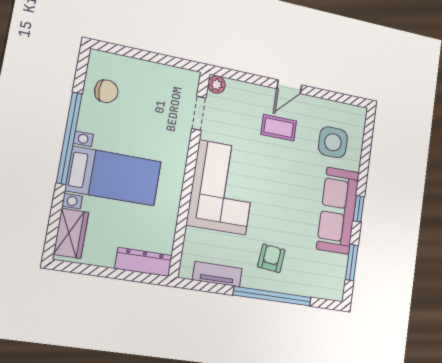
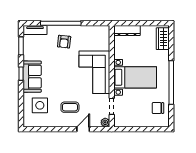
door: (289, 87) -> (83, 129), moved
bed with nightstands: (114, 176) -> (135, 77), moved, turned 180
sofa: (338, 210) -> (32, 77), width x0.73
tv unit: (217, 274) -> (35, 30), moved

